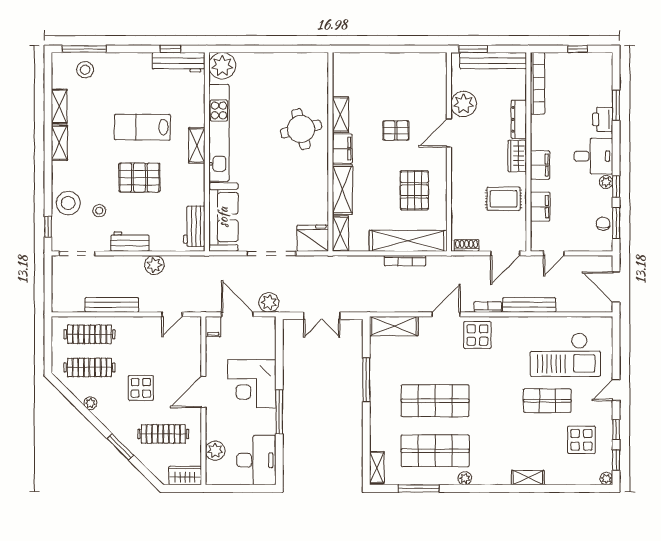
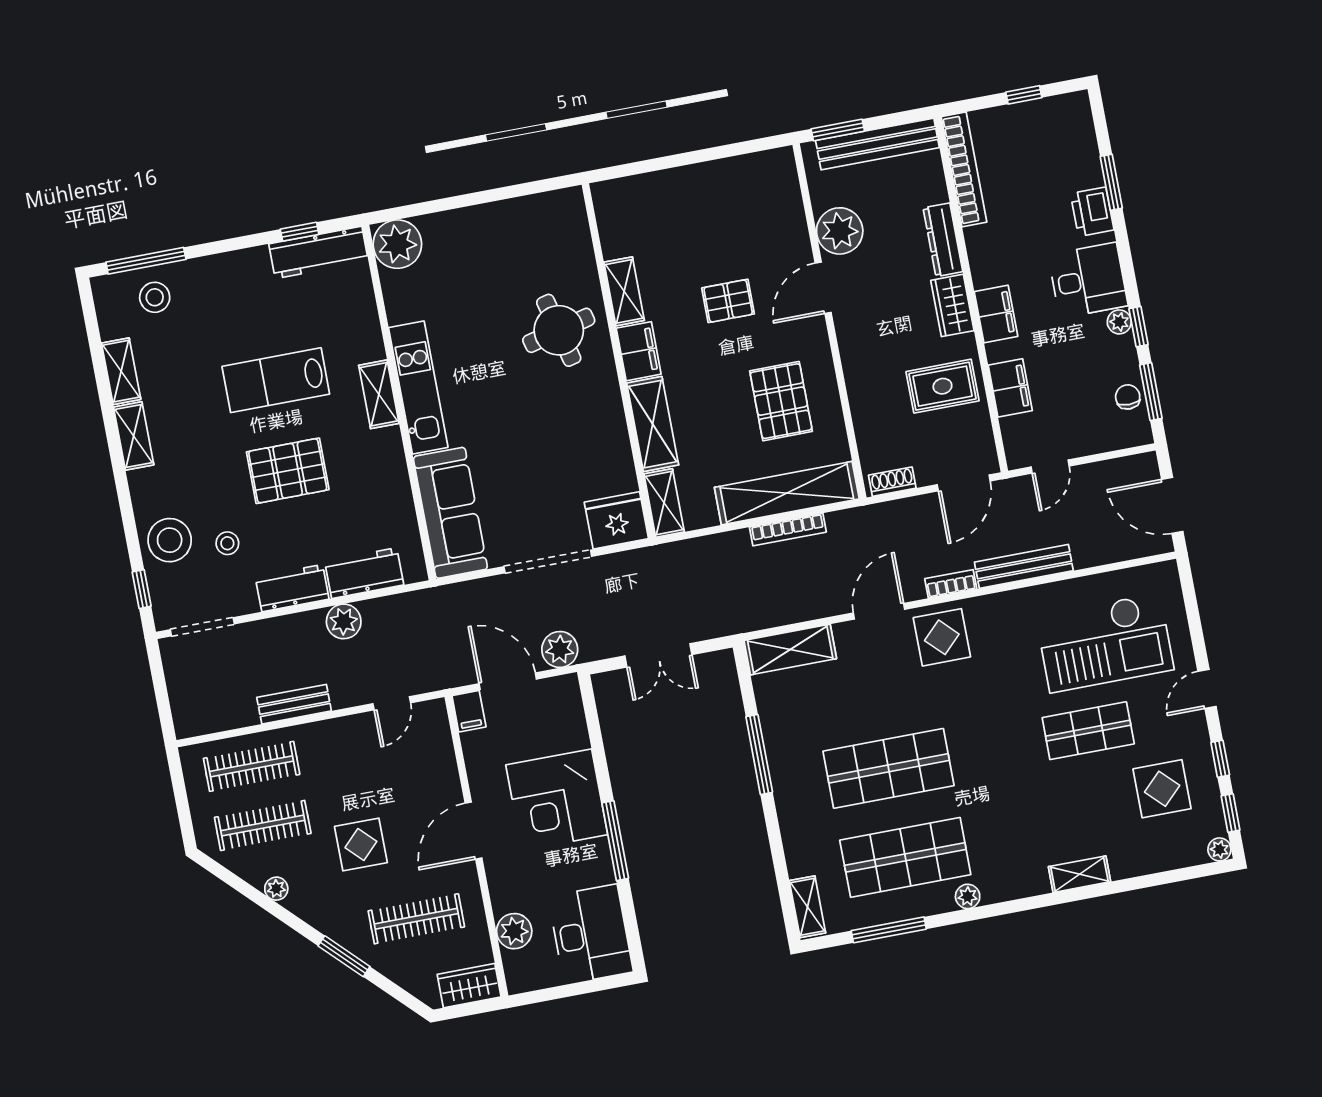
kitchen unit: (219, 133) -> (418, 388), width x0.73
workbench: (194, 226) -> (364, 573), moved, turned 90
bench: (112, 305) -> (294, 704), width x0.73

